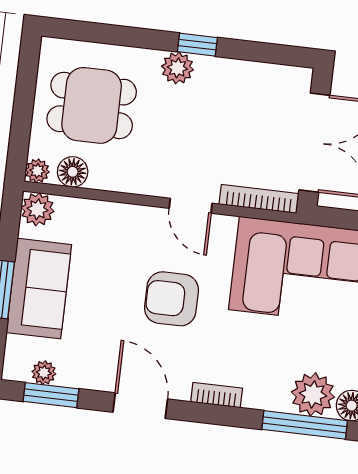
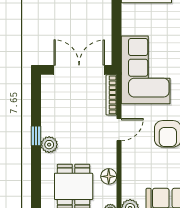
floor lamp: (73, 172) -> (109, 176), moved

